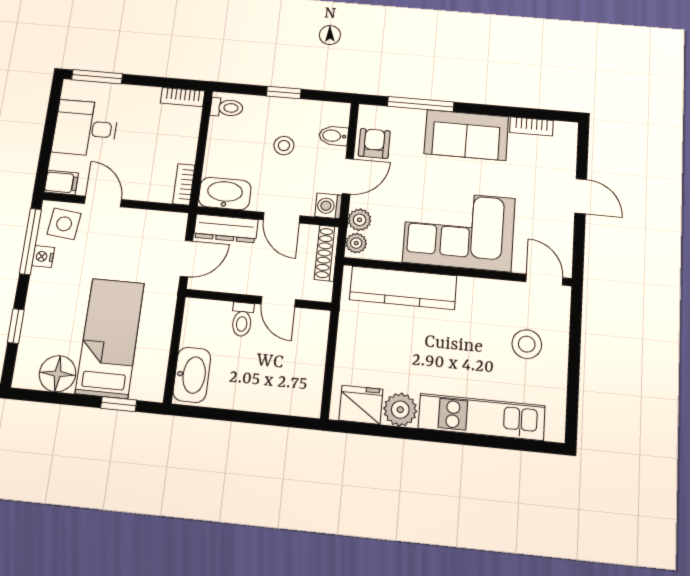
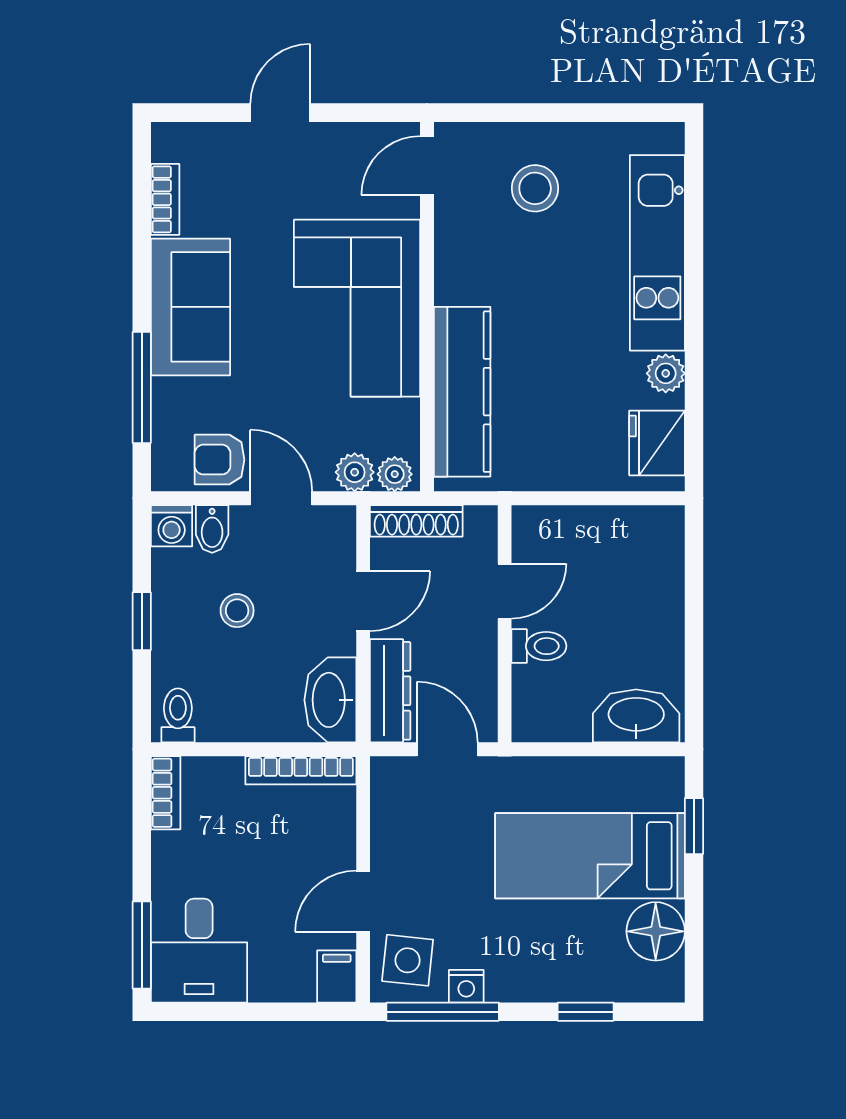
desk: (85, 128) -> (199, 951), moved
bookcase: (184, 184) -> (301, 770), width x1.56
washing machine: (328, 206) -> (172, 526), moved
plant: (400, 410) -> (666, 373), width x0.73, depth x0.73

